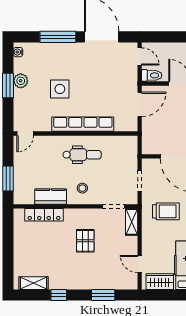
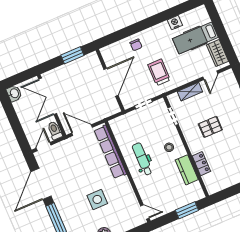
row of seats: (83, 124) -> (110, 152), moved
locker: (44, 215) -> (201, 164), width x0.66
shelving: (132, 222) -> (190, 92), moved

